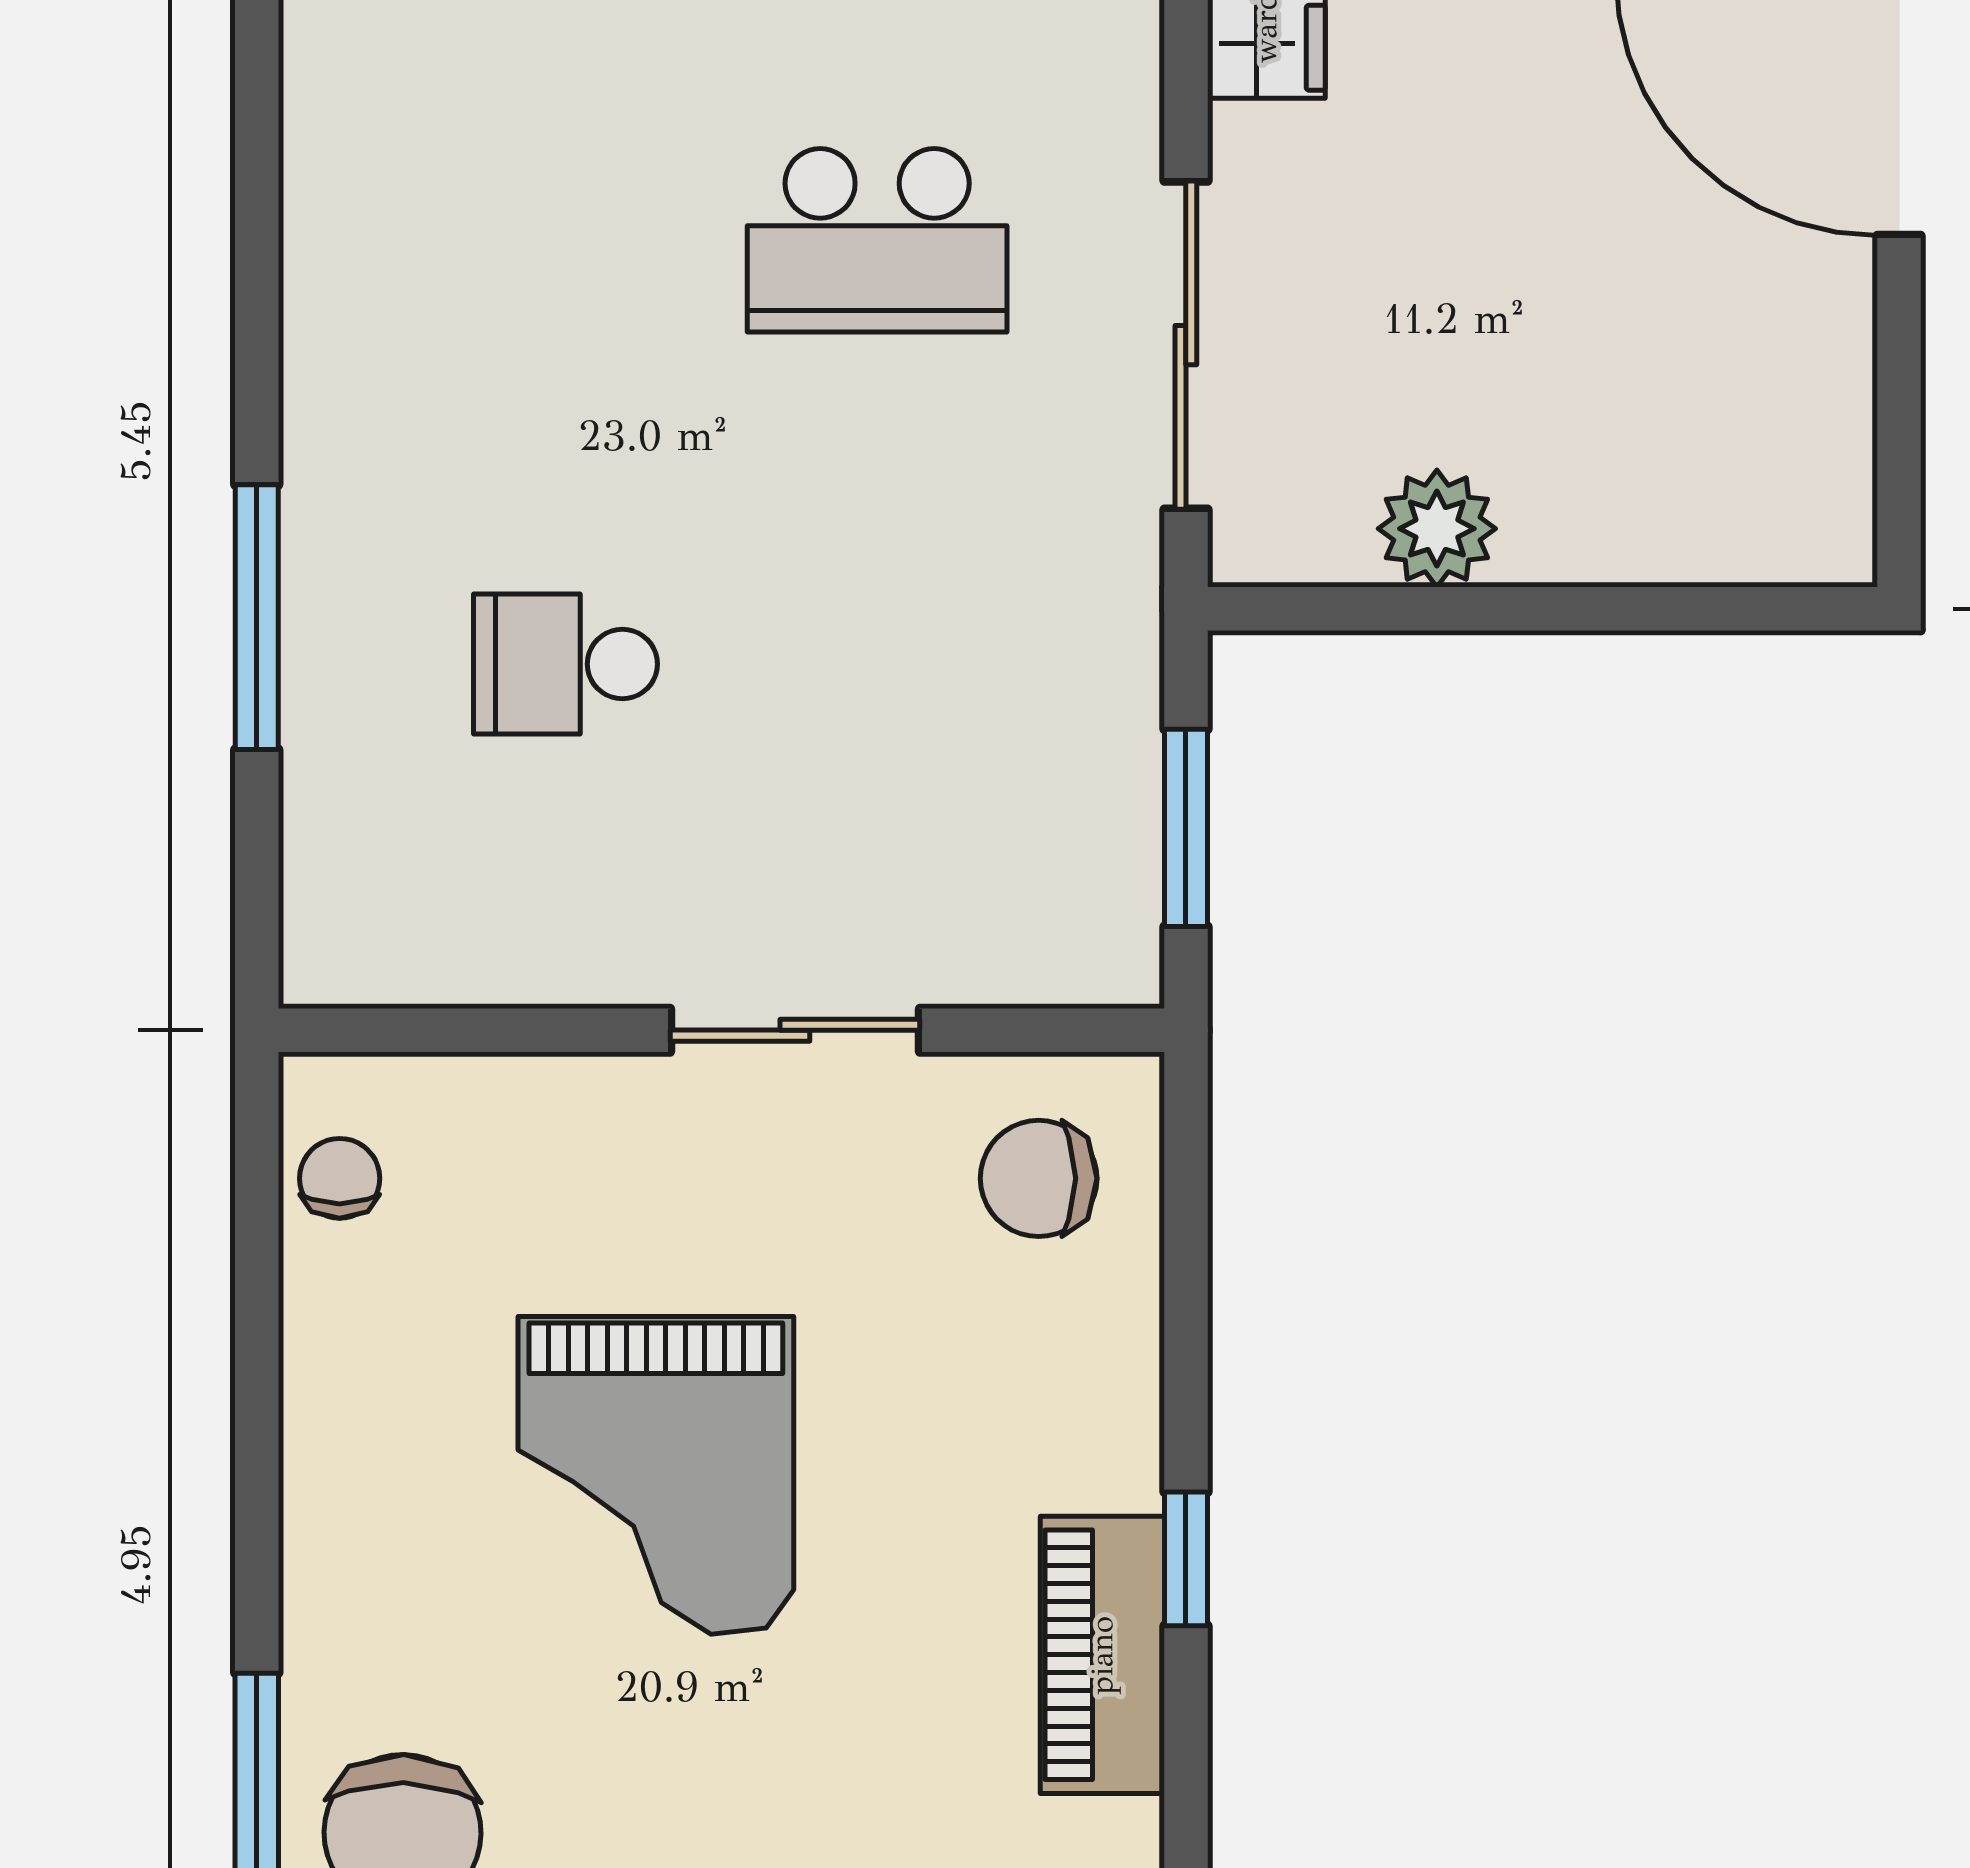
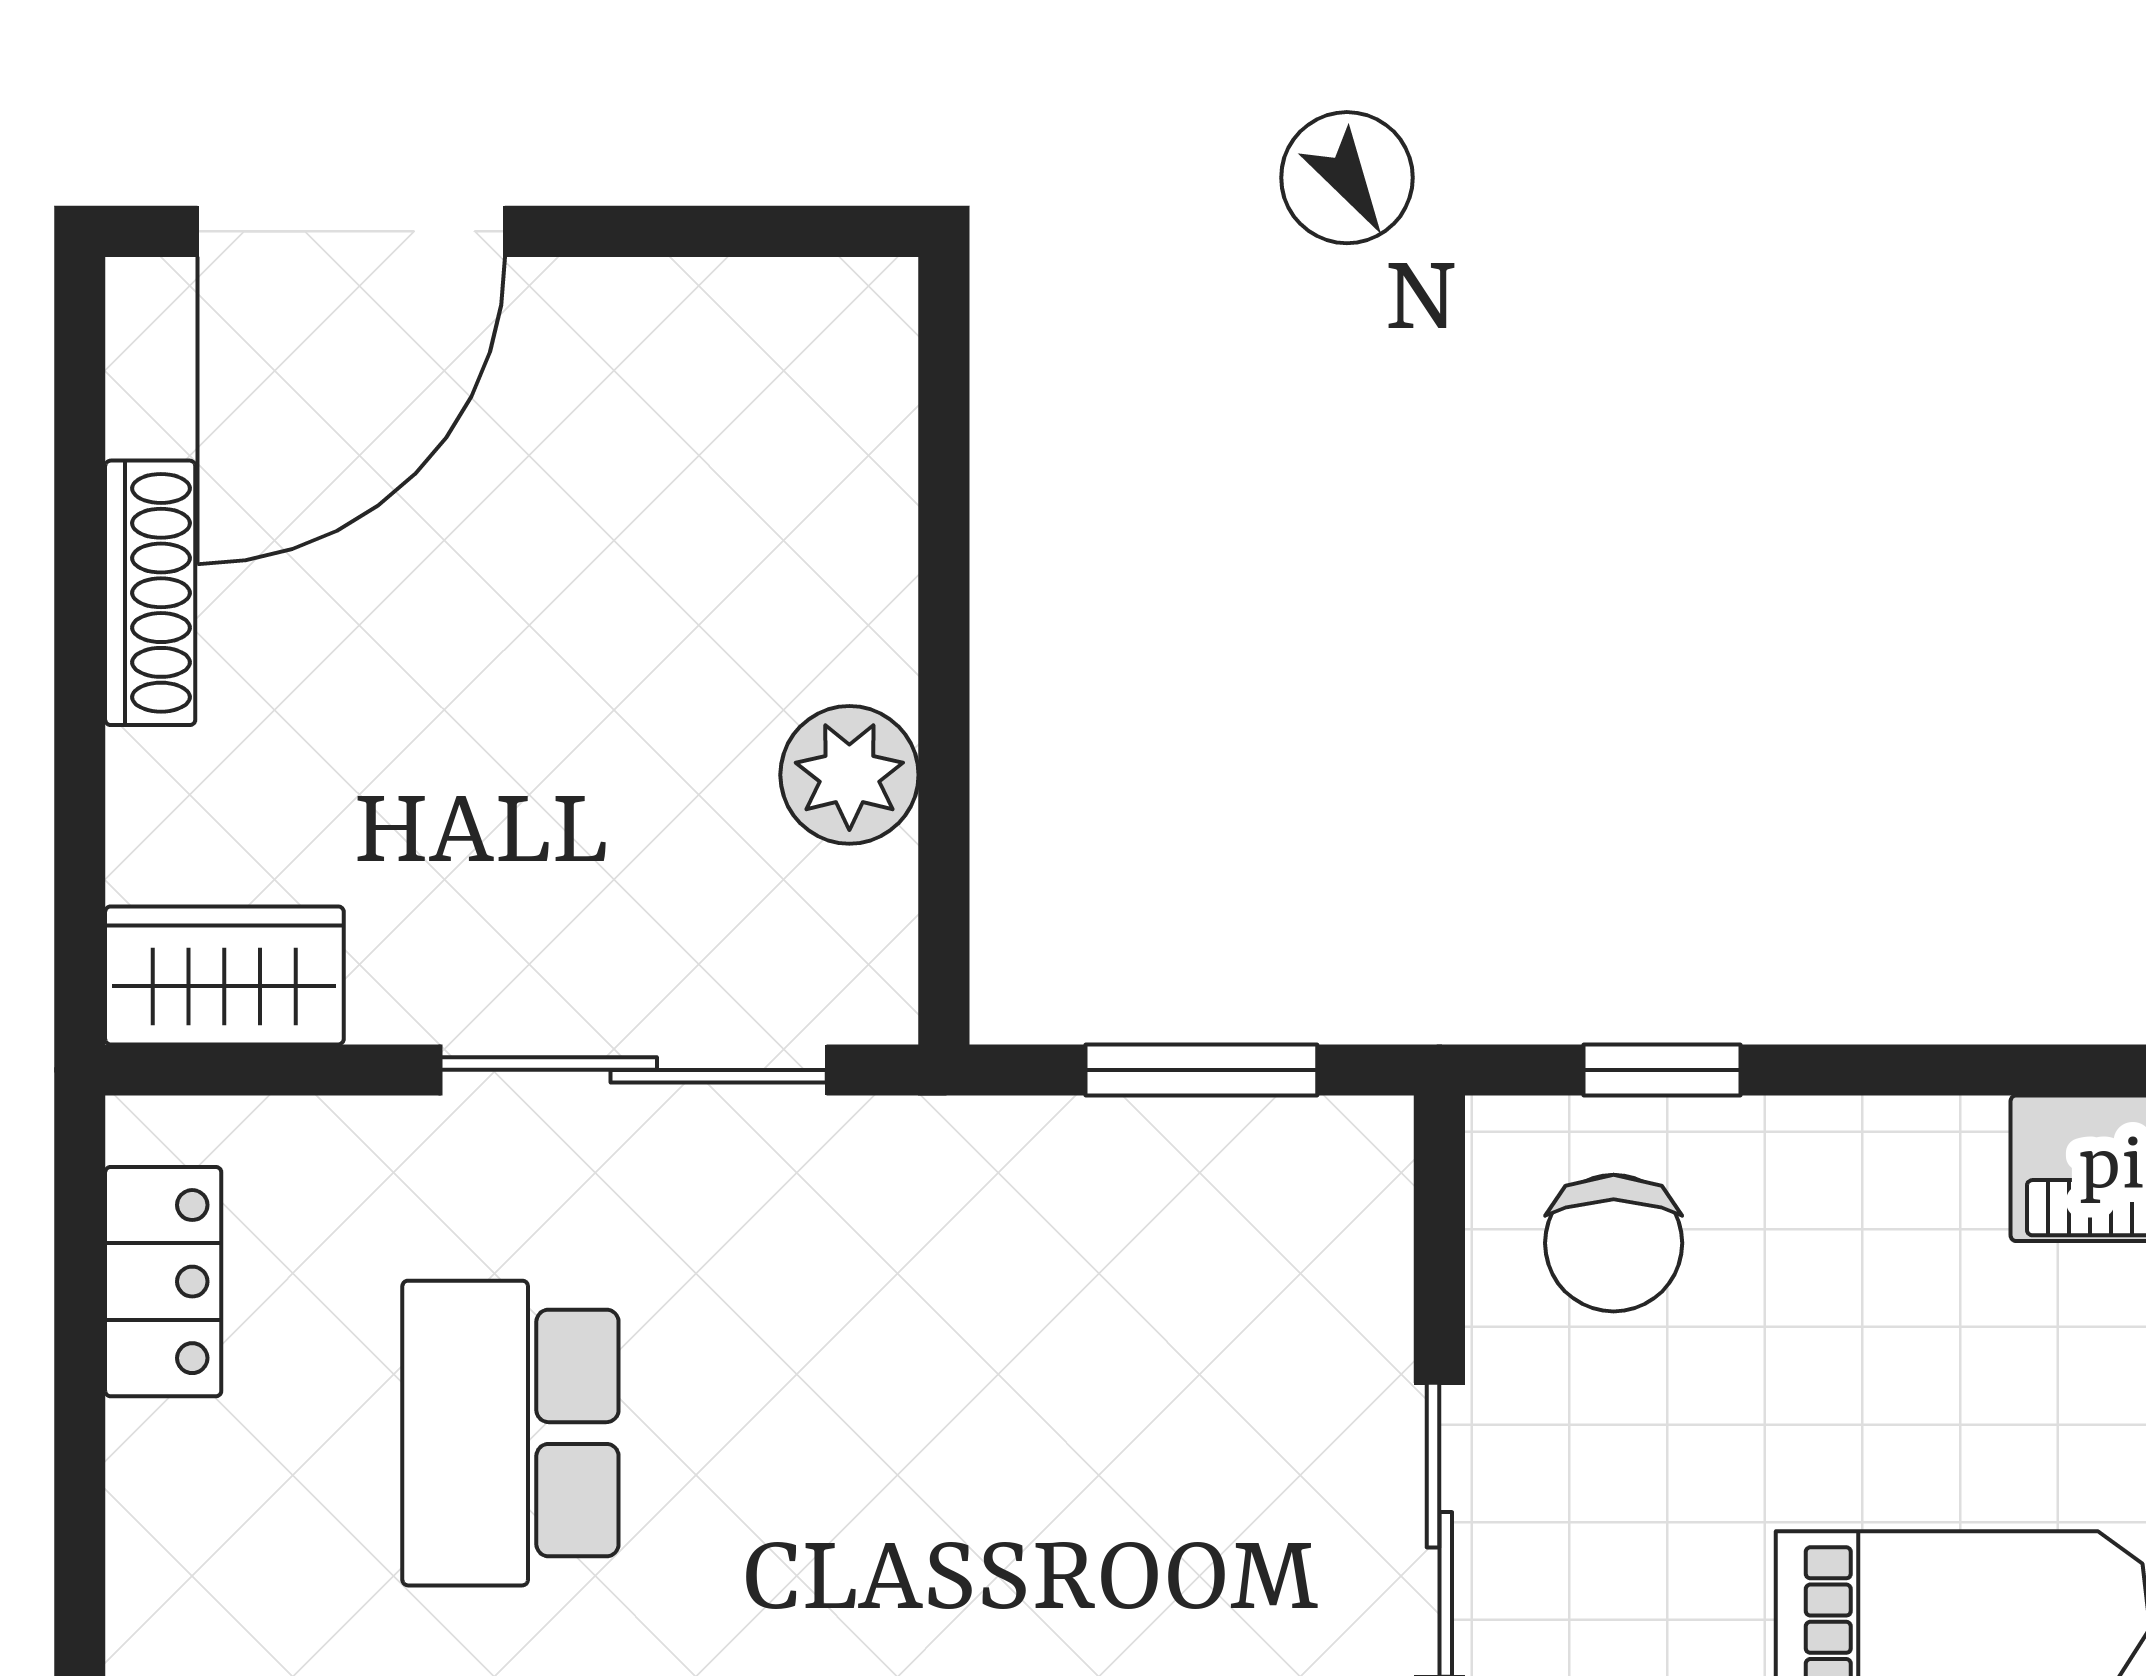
school desk: (877, 240) -> (510, 1433), turned 180
window: (1186, 1559) -> (1662, 1070), moved

